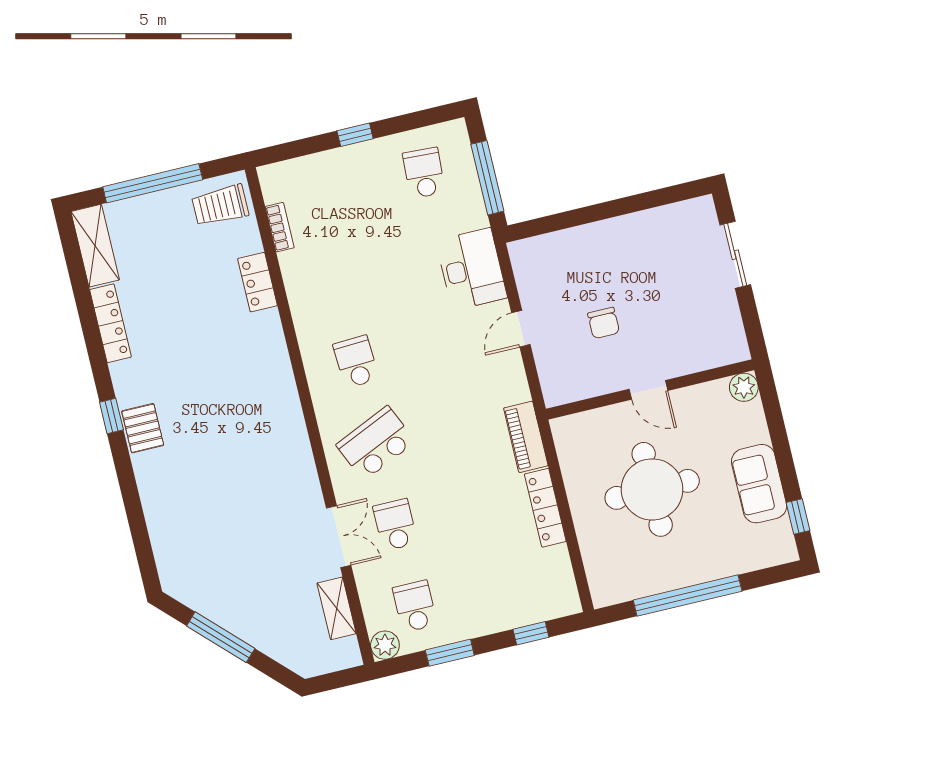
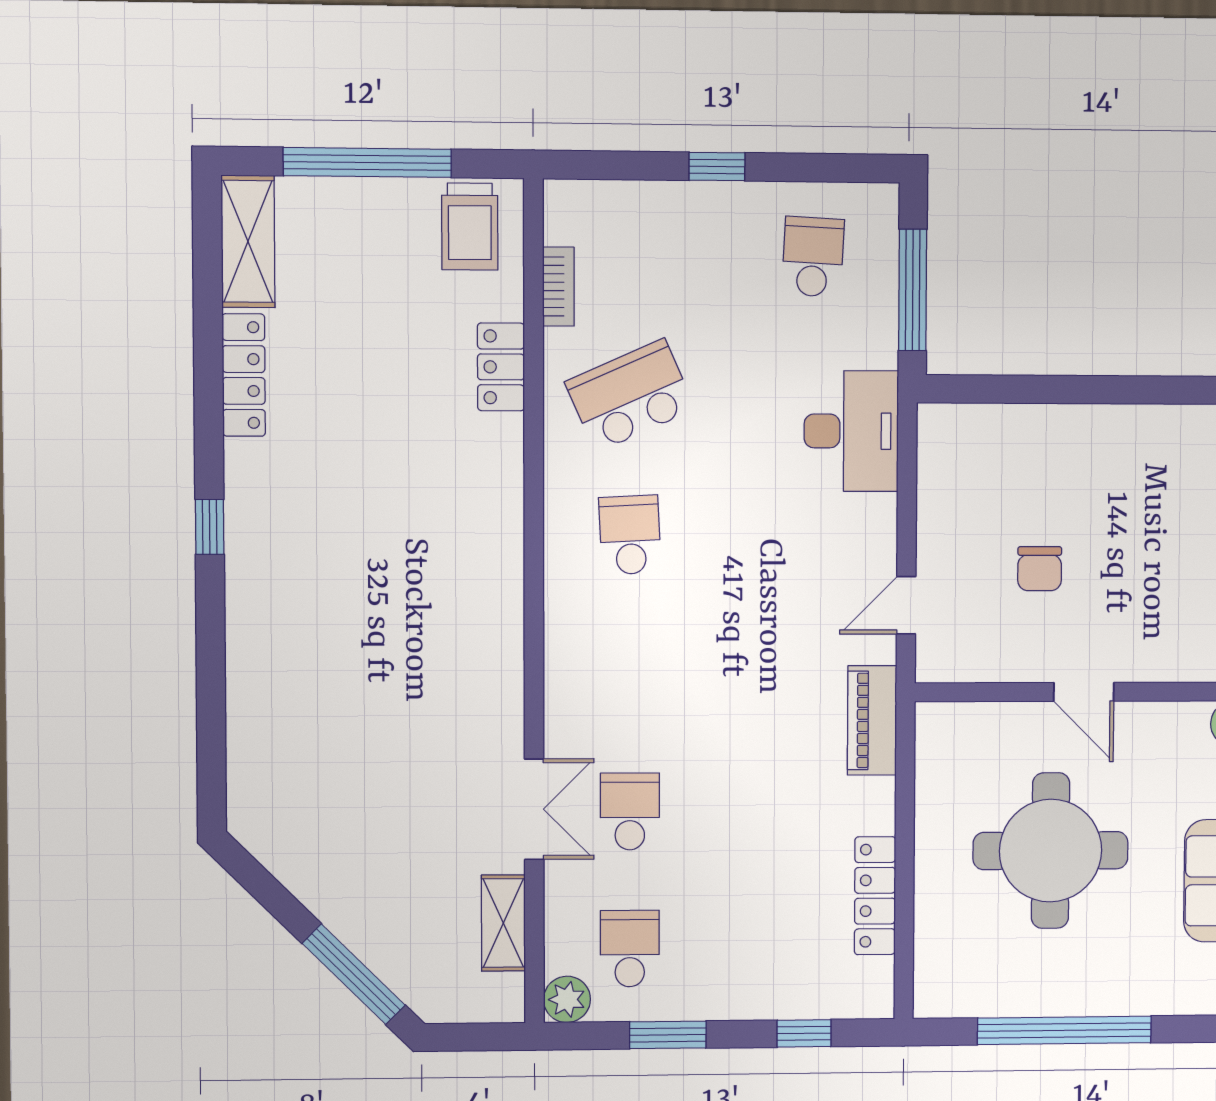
trolley: (220, 205) -> (470, 227), turned -90
door: (521, 329) -> (906, 605), moved
pallet: (143, 428) -> (256, 559), removed
school desk: (376, 443) -> (630, 395), moved
locker: (545, 508) -> (875, 896), moved
window: (221, 637) -> (354, 974), moved

